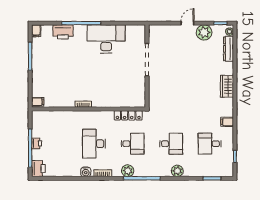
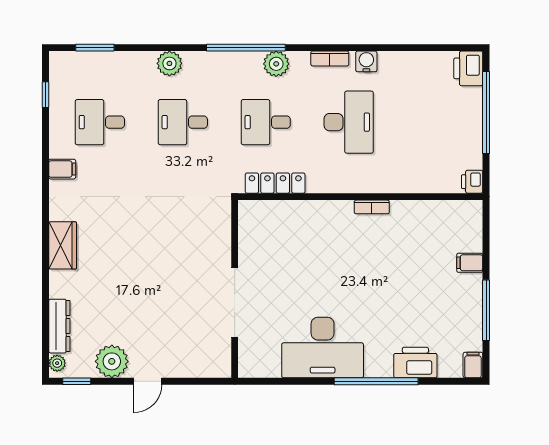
filing cabinet: (38, 102) -> (470, 263), moved
printer: (37, 143) -> (472, 182), moved
desk: (210, 144) -> (100, 122), turned 180

